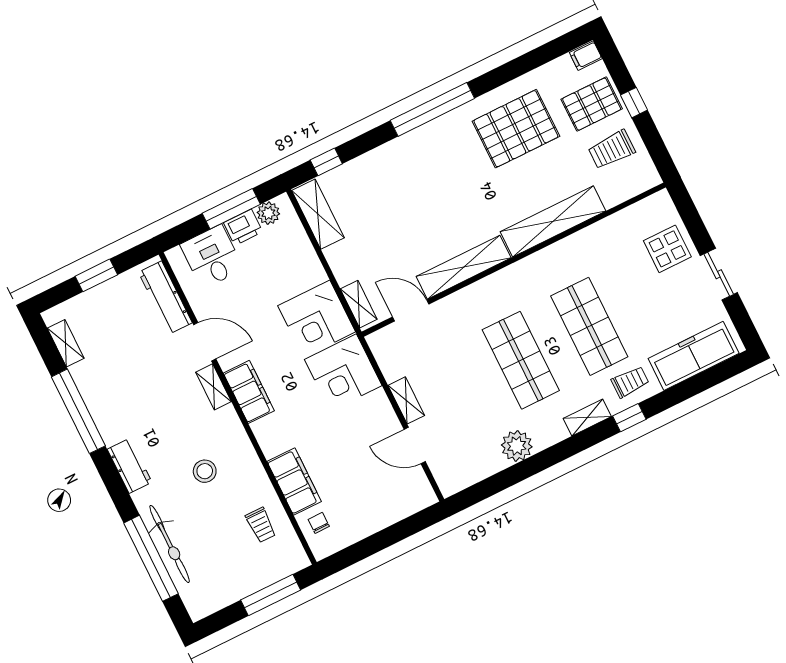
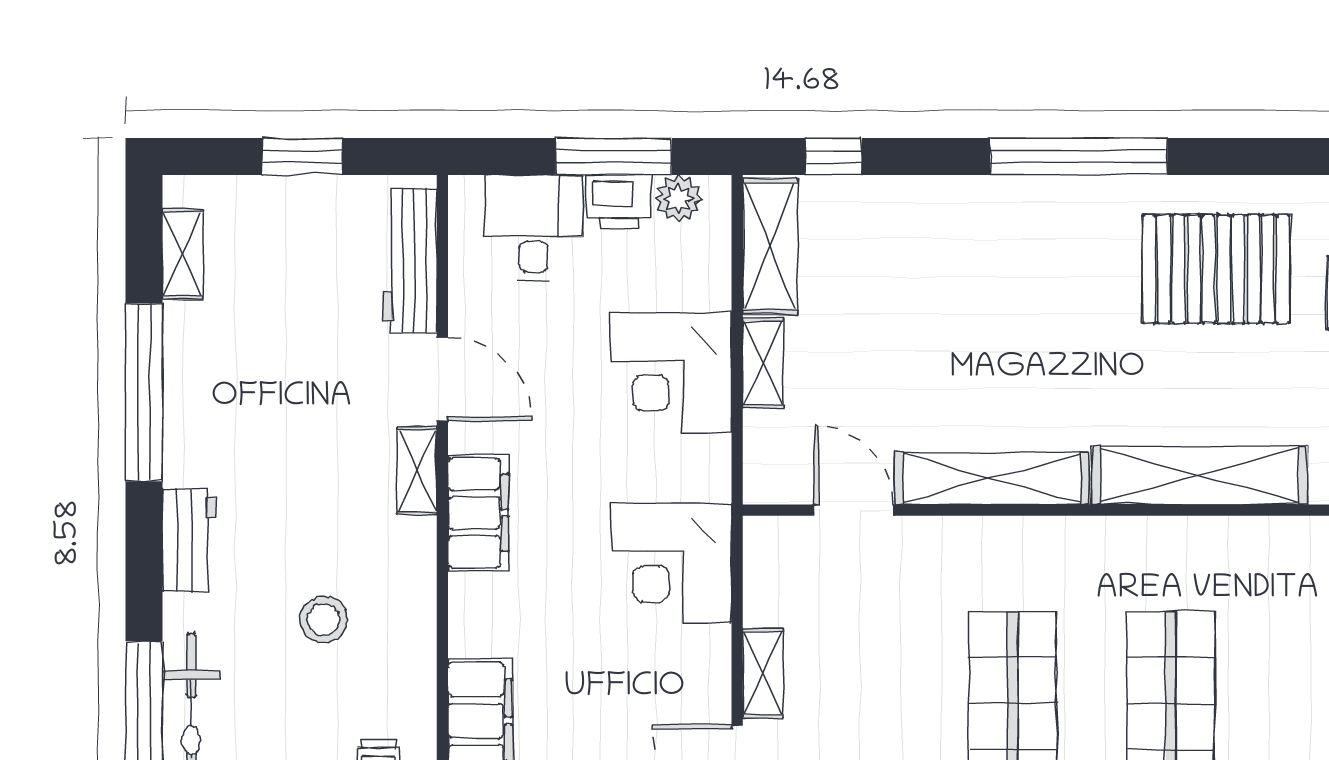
shelving: (359, 304) -> (763, 363), moved
corner desk: (317, 319) -> (671, 372), moved

